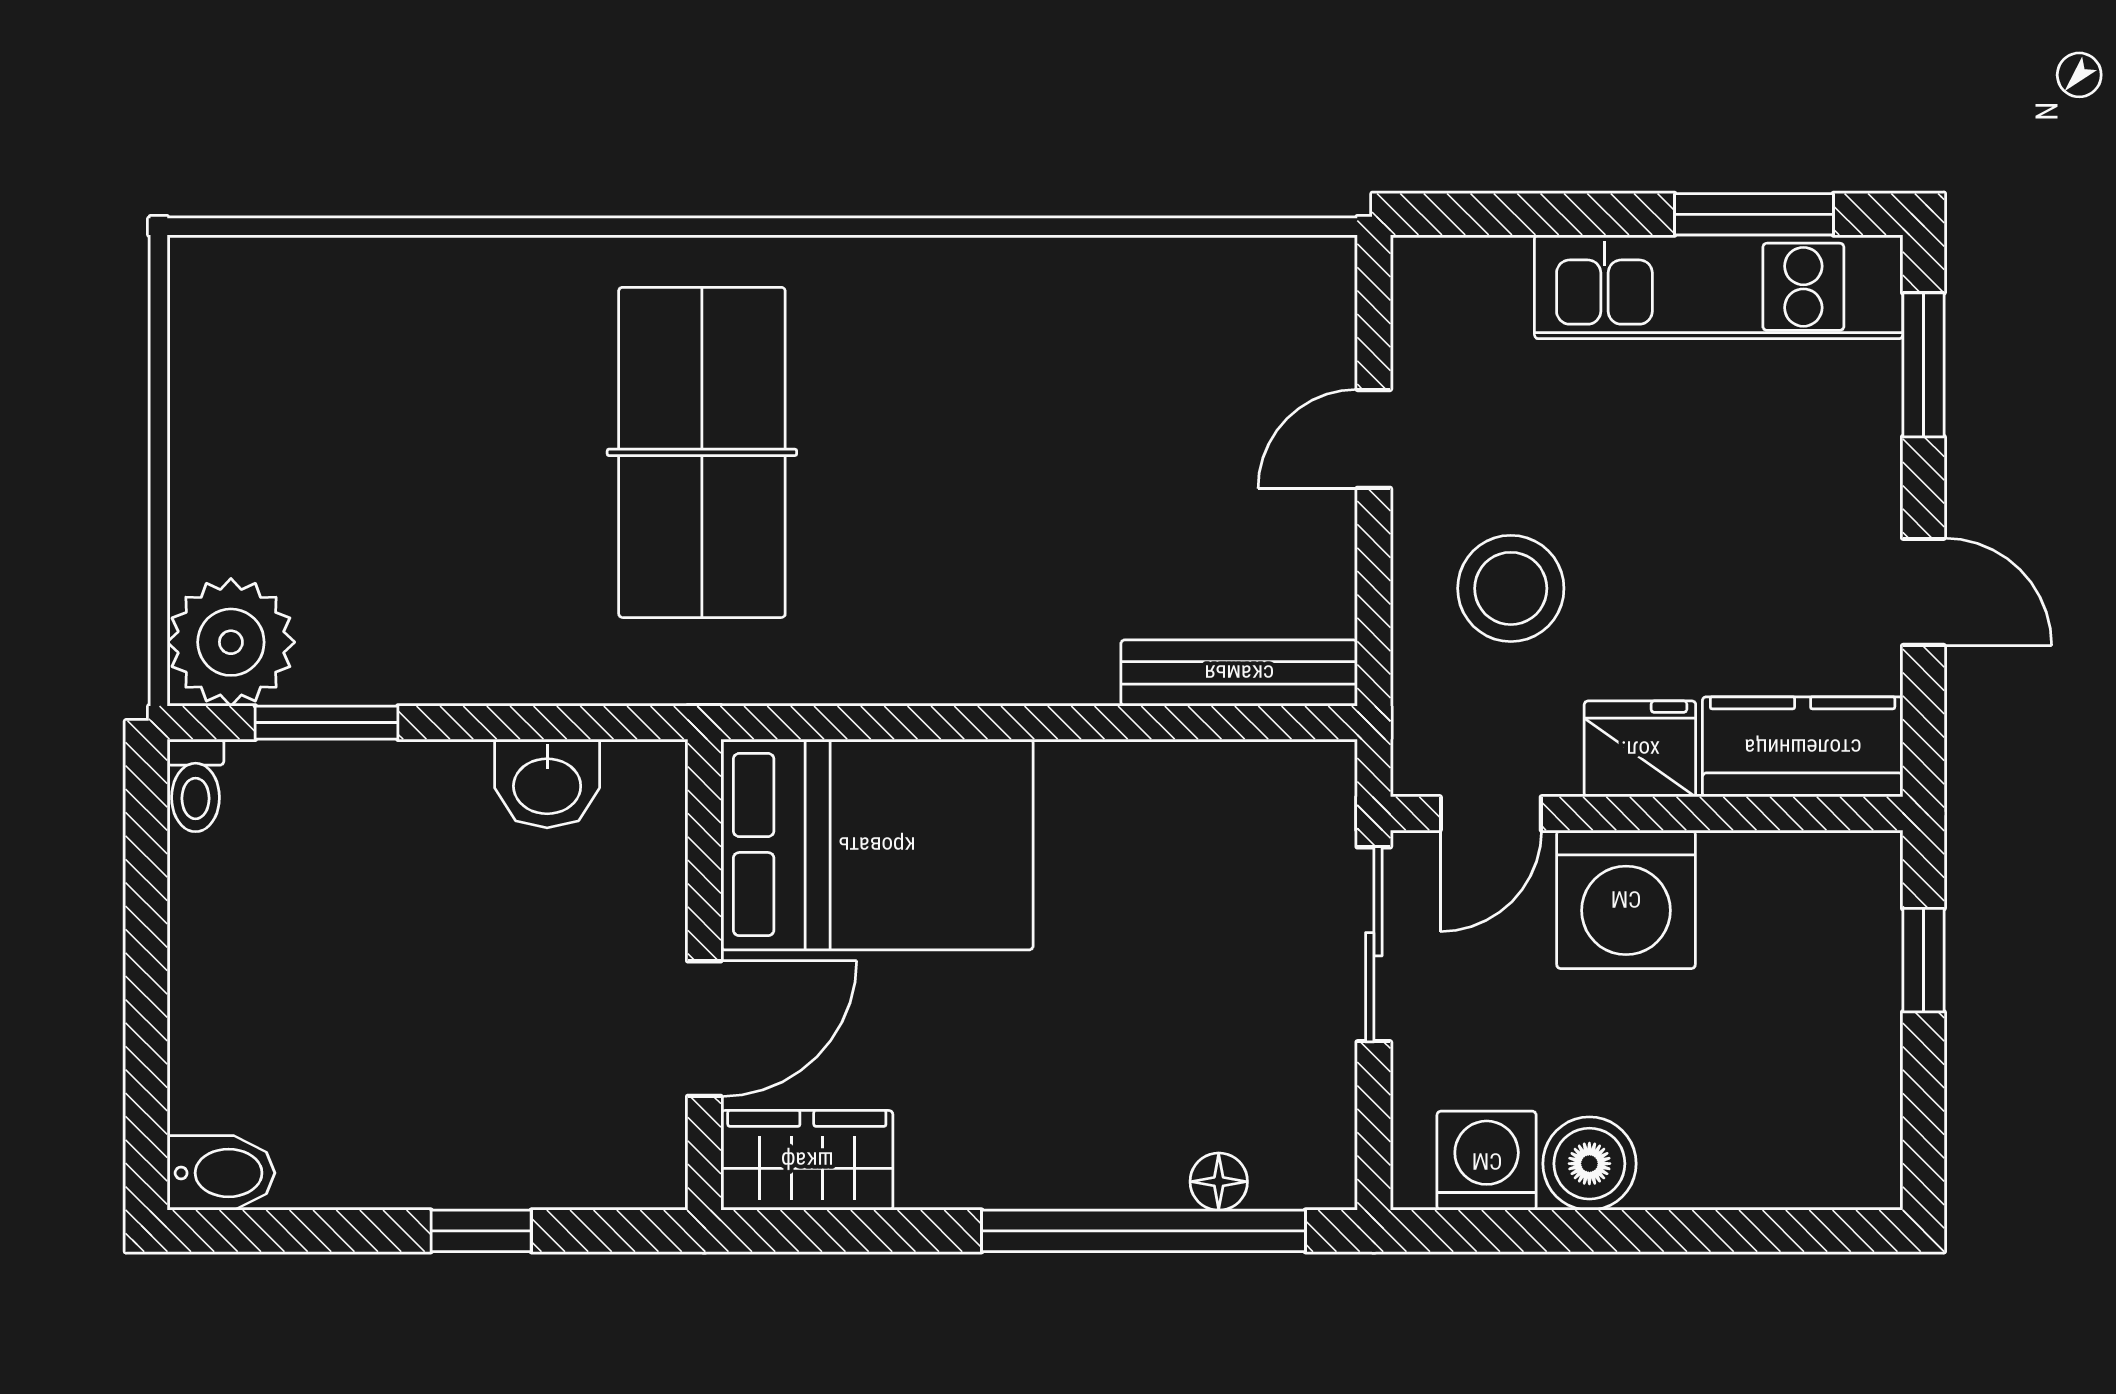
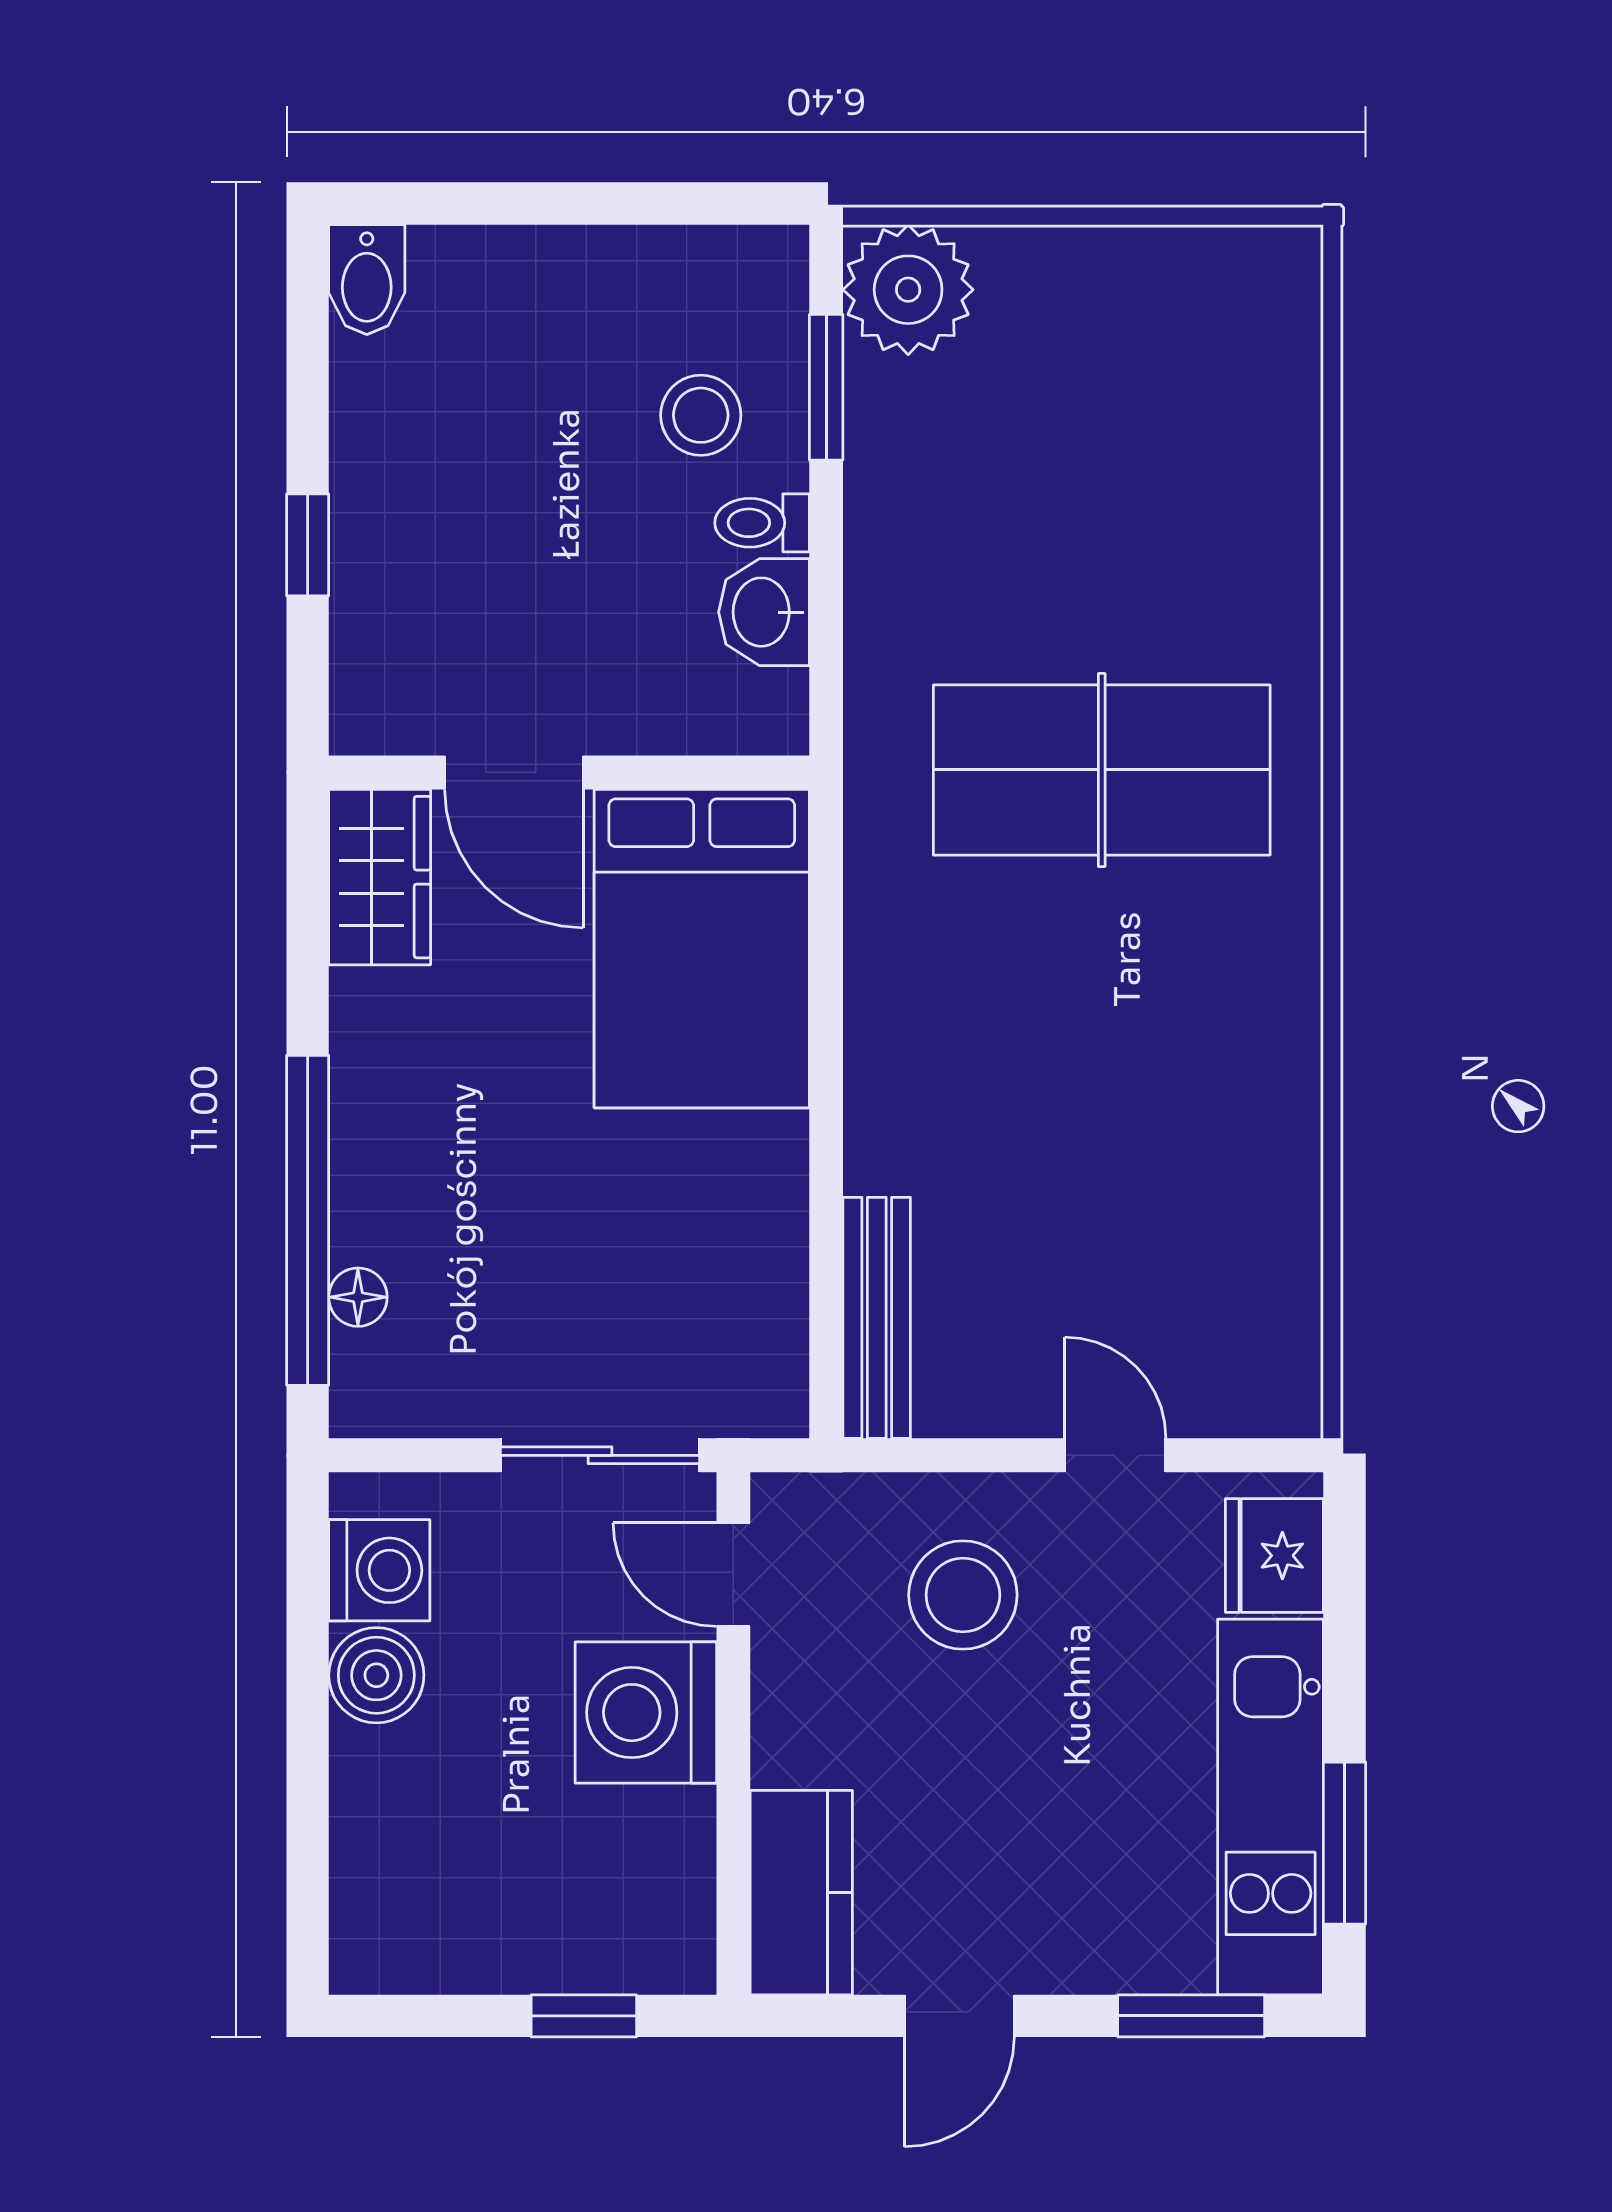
fridge: (1640, 749) -> (1274, 1556), moved, turned 180
toilet: (196, 785) -> (762, 523), moved
stool: (354, 845) -> (701, 415), added

